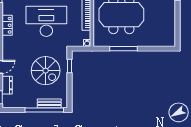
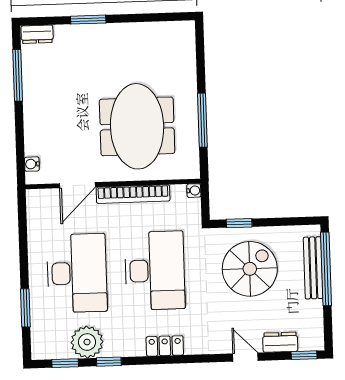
desk: (46, 21) -> (155, 271), turned 180
bench: (49, 103) -> (313, 268), width x1.36

